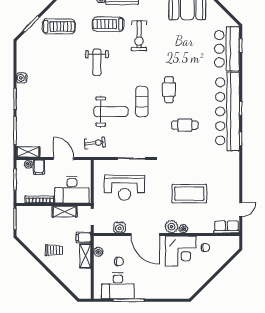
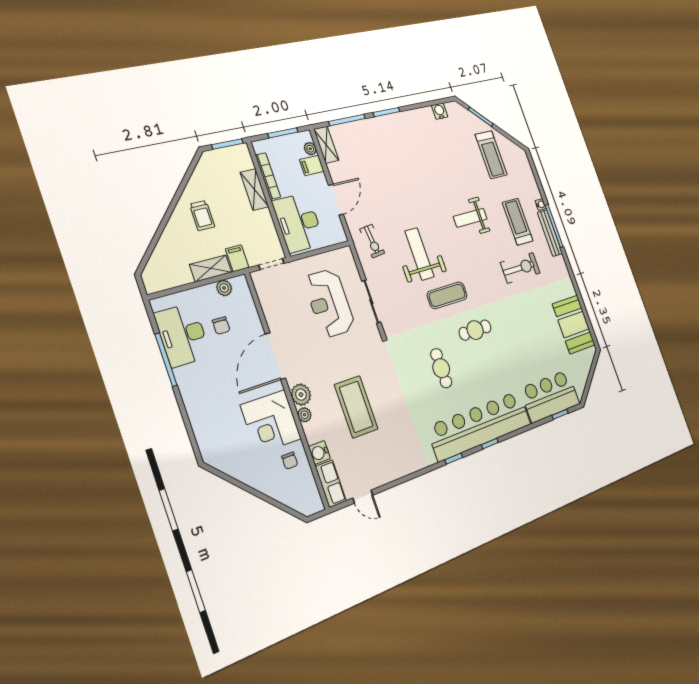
exercise bike: (139, 36) -> (520, 268), turned 180
water cooler: (22, 78) -> (440, 111), moved
weight bench: (111, 112) -> (420, 254), turned 180
shelving: (65, 212) -> (254, 190), moved
water cooler: (120, 227) -> (319, 453), moved

